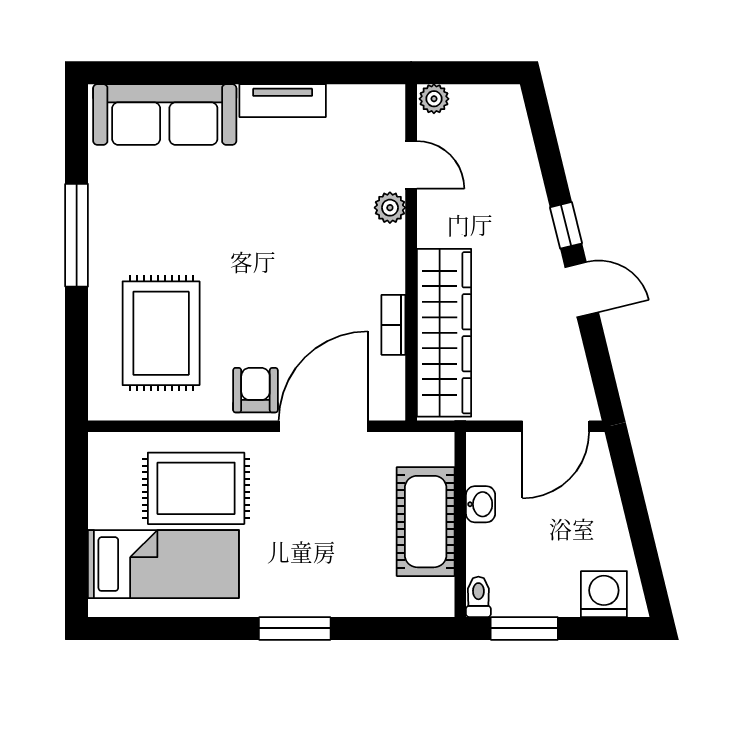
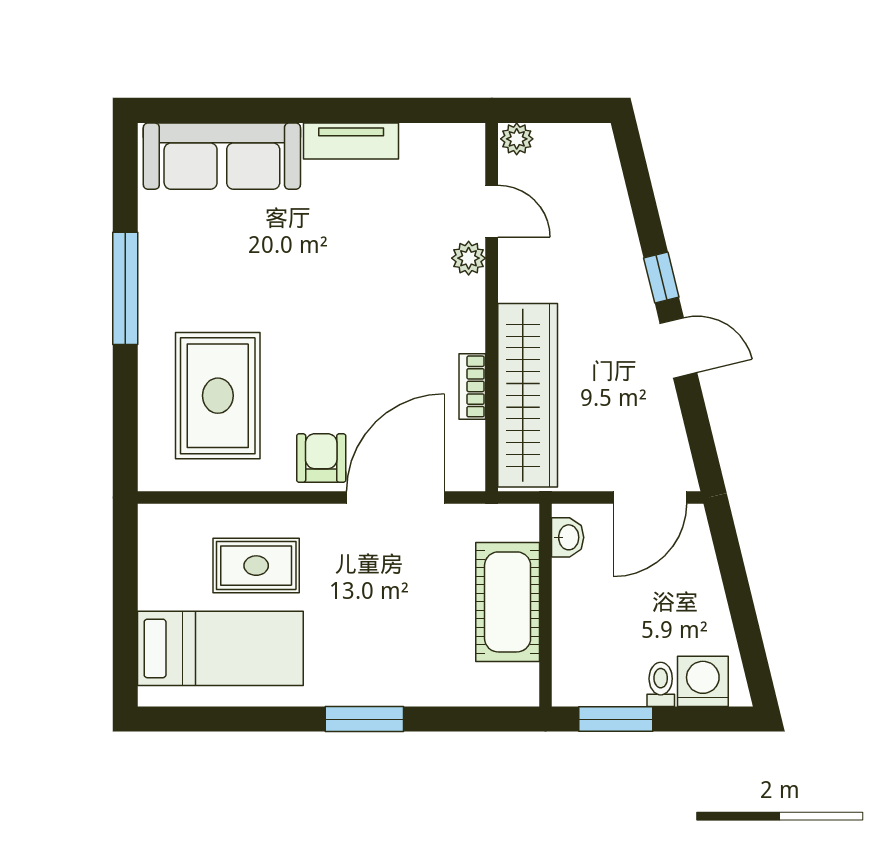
rug: (196, 488) -> (256, 566), width x0.73, depth x0.70
washbasin: (481, 504) -> (568, 537), moved
toilet: (478, 597) -> (661, 684), moved

